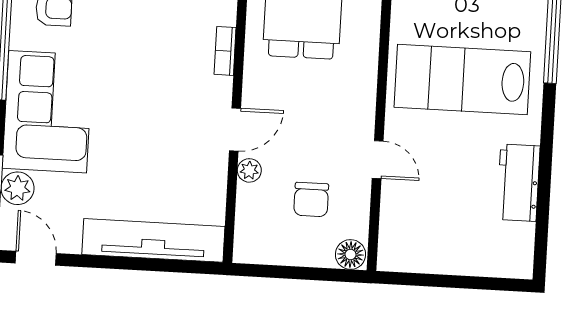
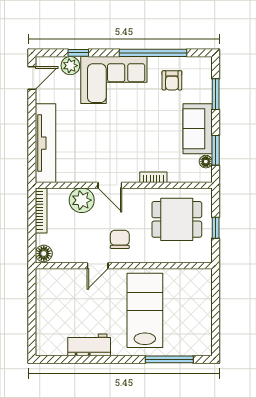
plant: (249, 170) -> (82, 200), width x1.88, depth x1.88
chair: (311, 200) -> (120, 239), moved, turned 90
bookcase: (273, 255) -> (41, 210), added

